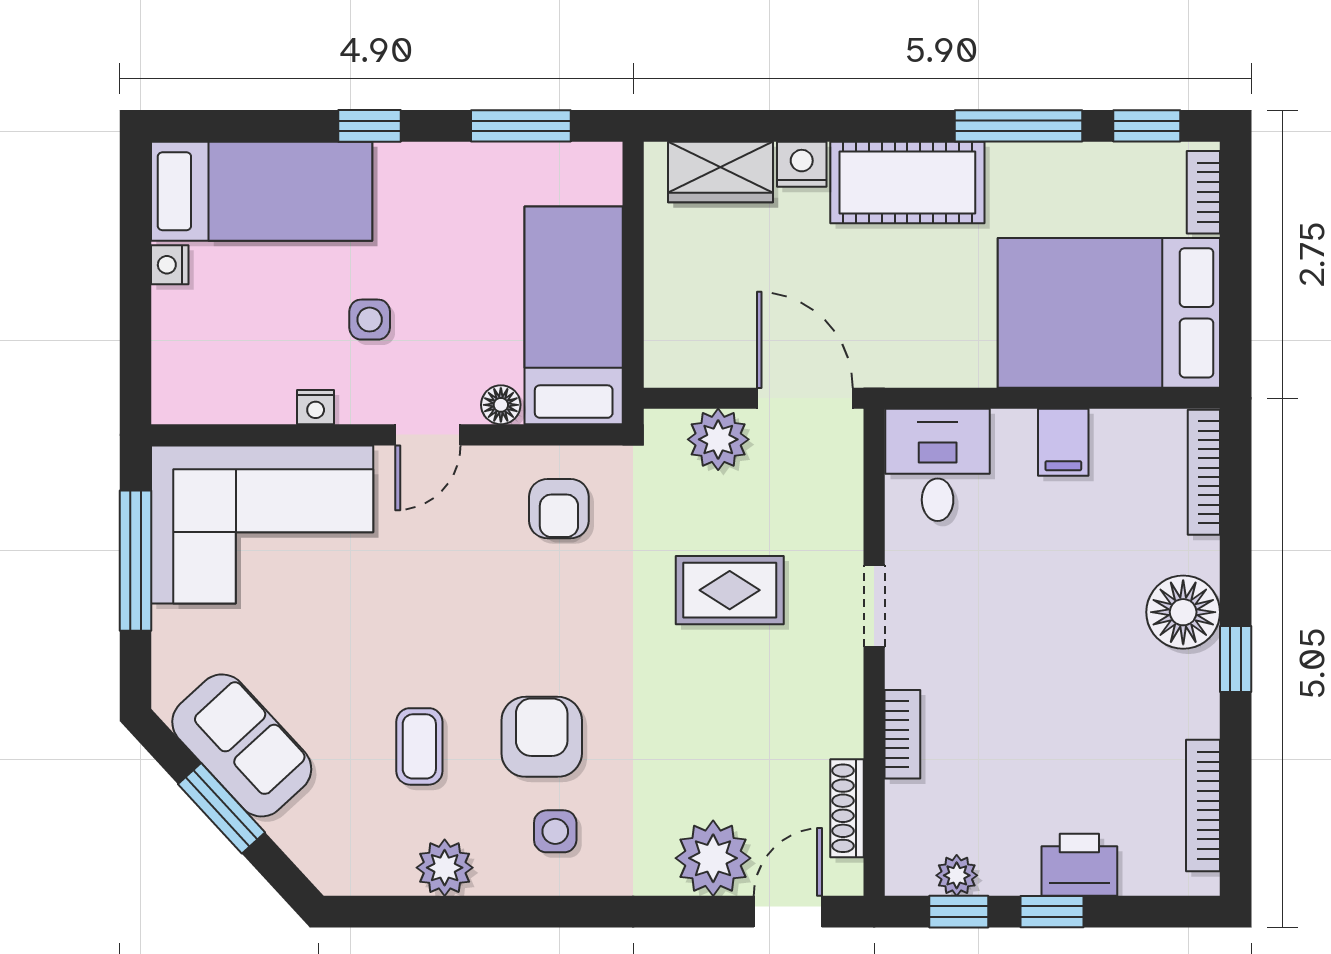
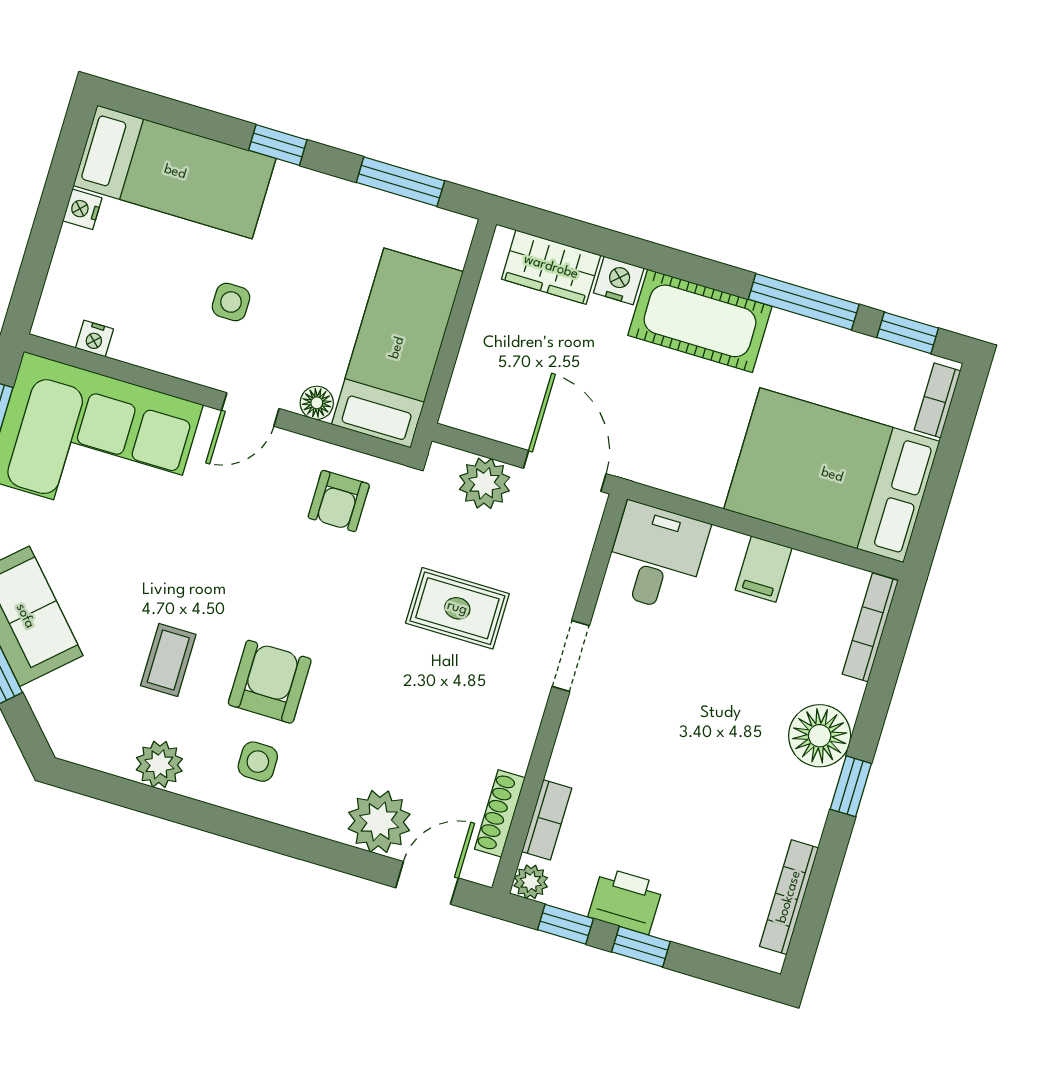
nightstand: (316, 407) -> (95, 339), moved
bookcase: (902, 734) -> (547, 820), moved
printer: (1079, 865) -> (626, 901), moved
plant: (957, 875) -> (531, 882), moved

